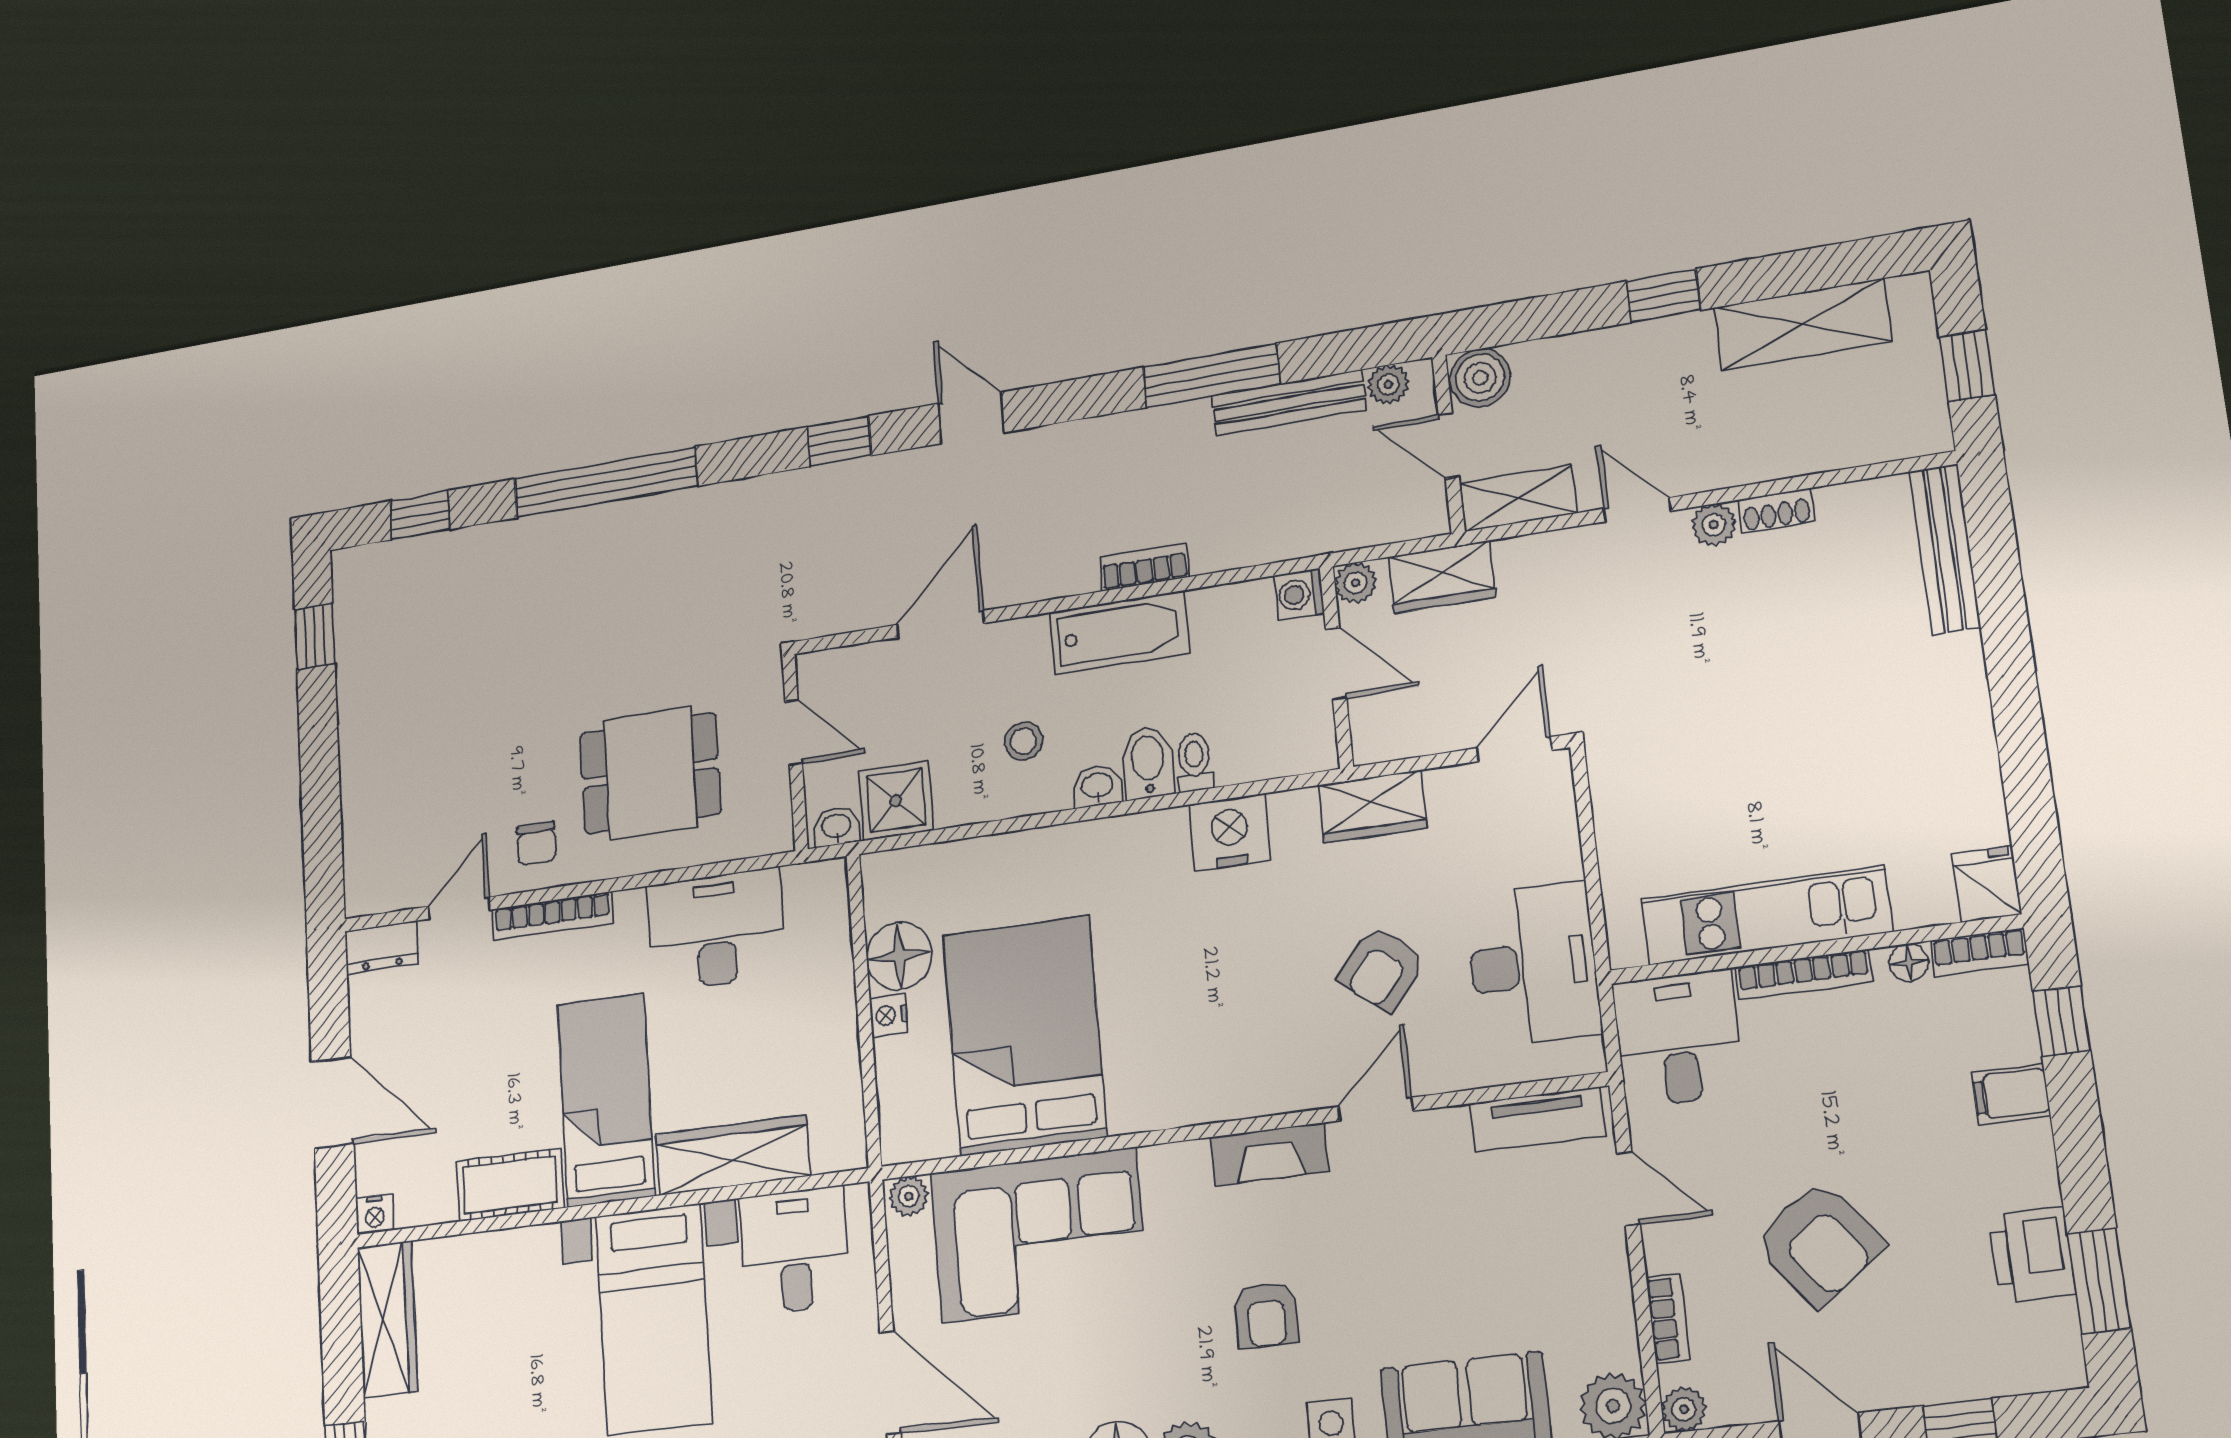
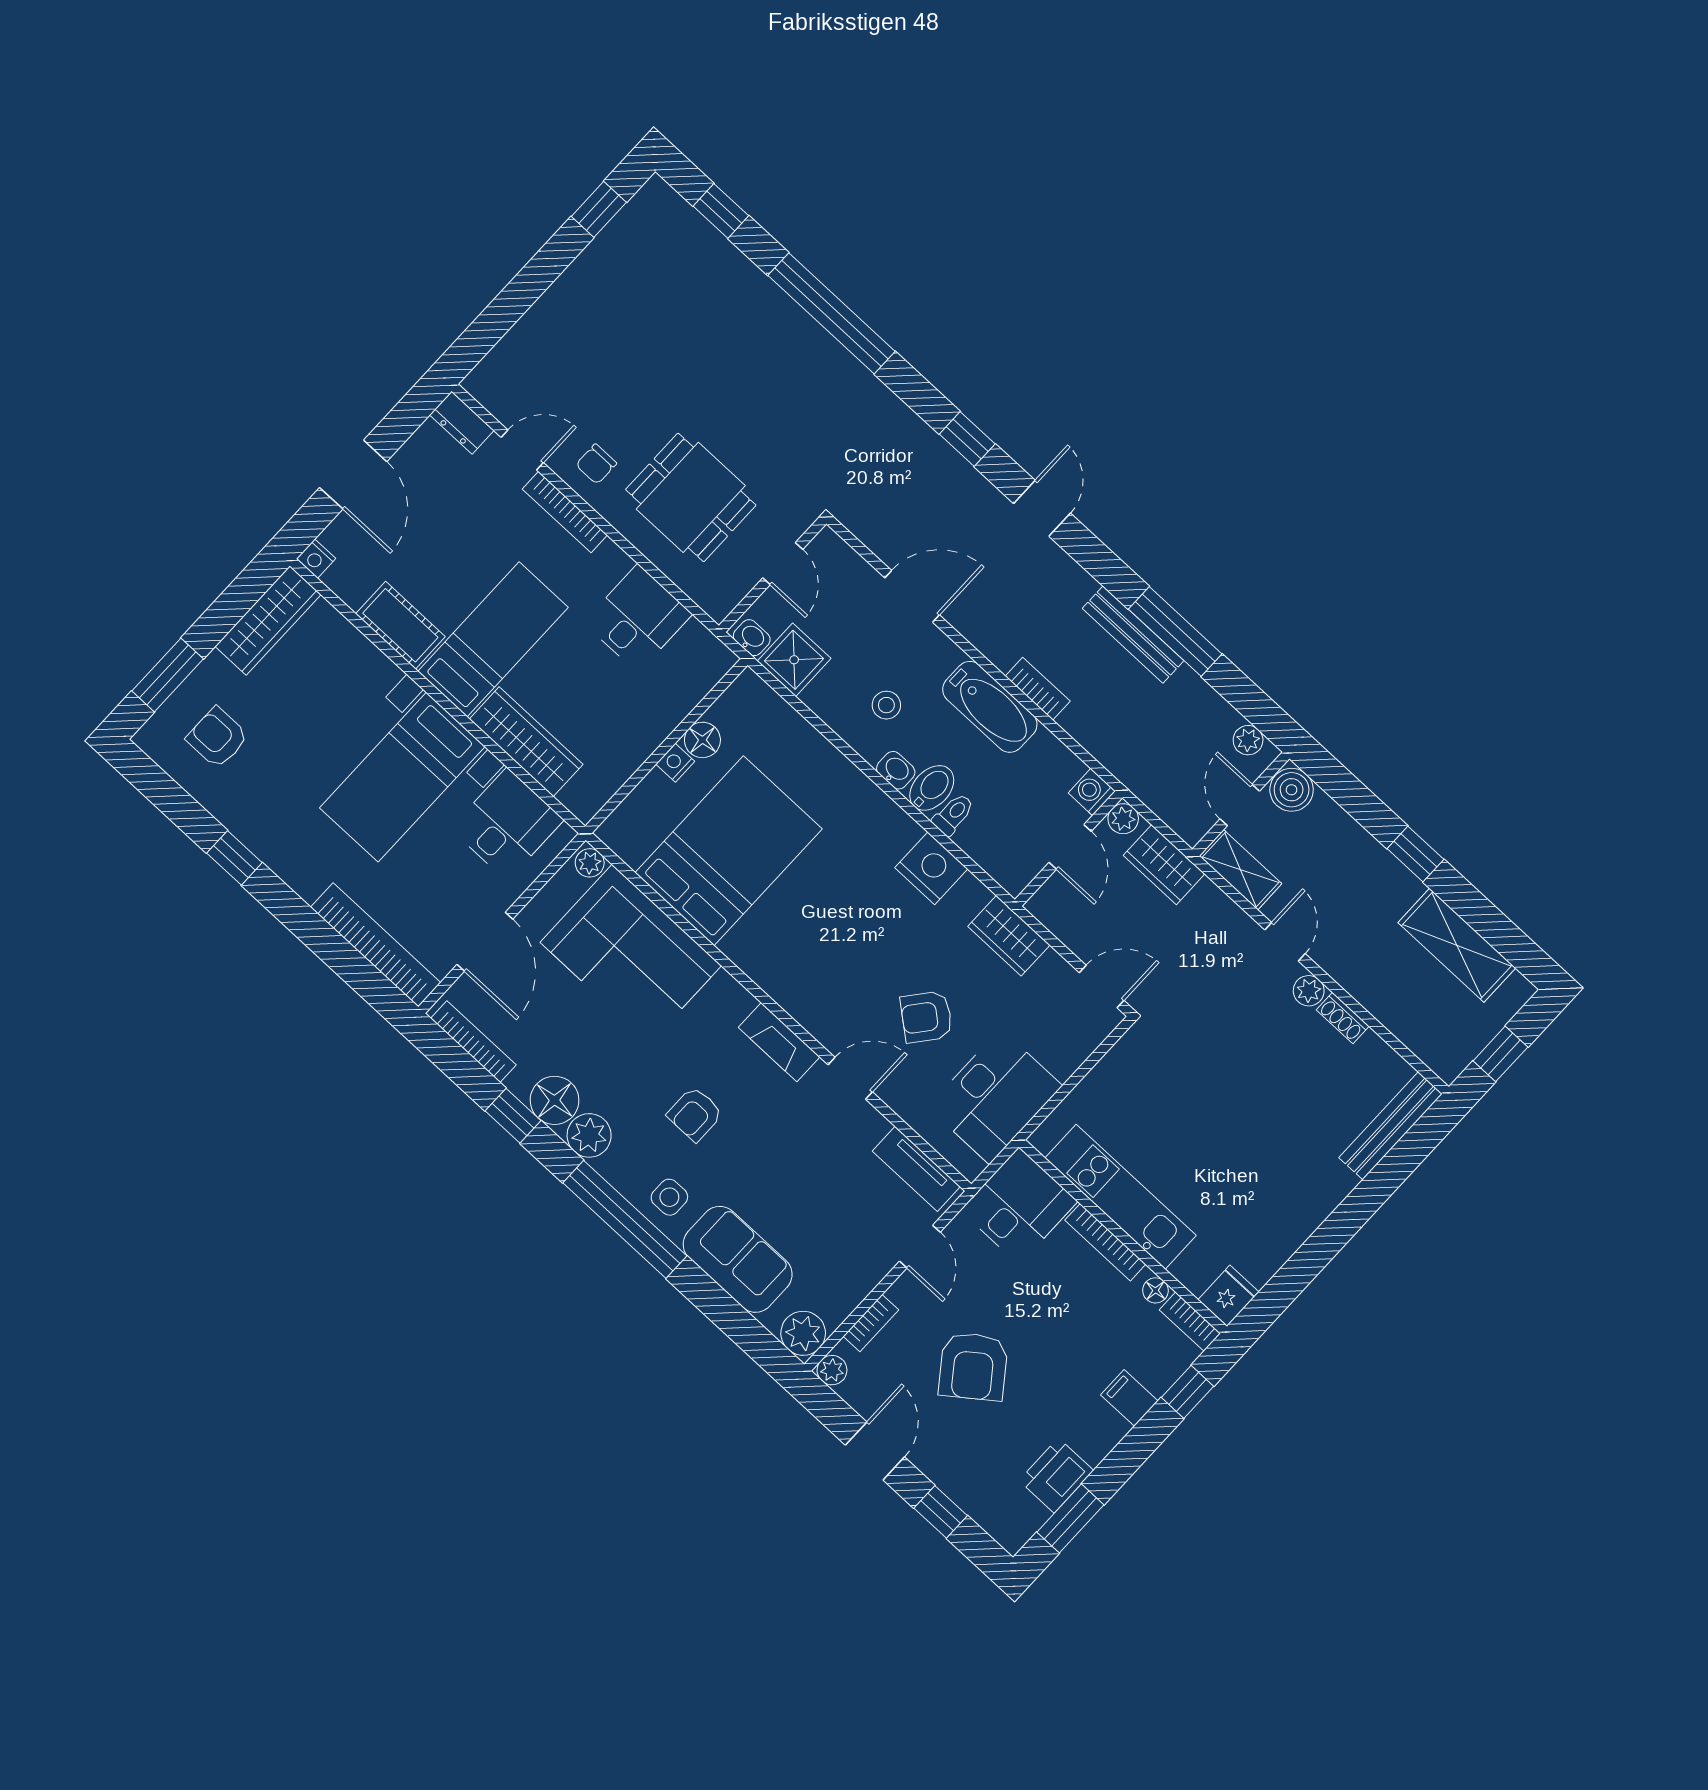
bench: (1289, 403) -> (1133, 635), moved
desk: (716, 930) -> (638, 618), width x0.73
floor lamp: (899, 956) -> (702, 740), width x0.73, depth x0.73

